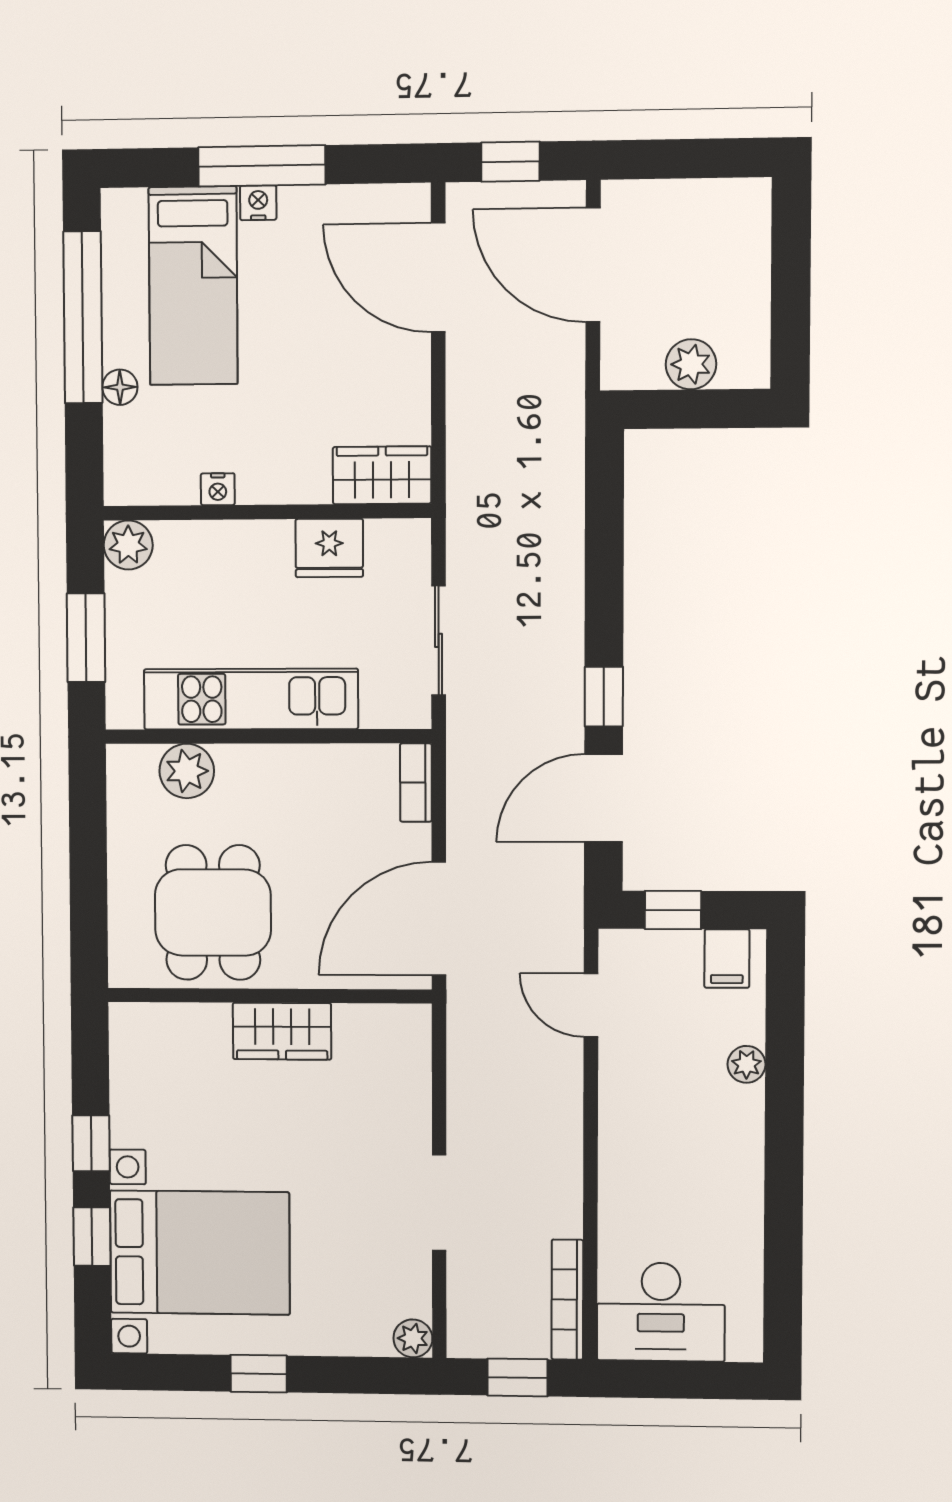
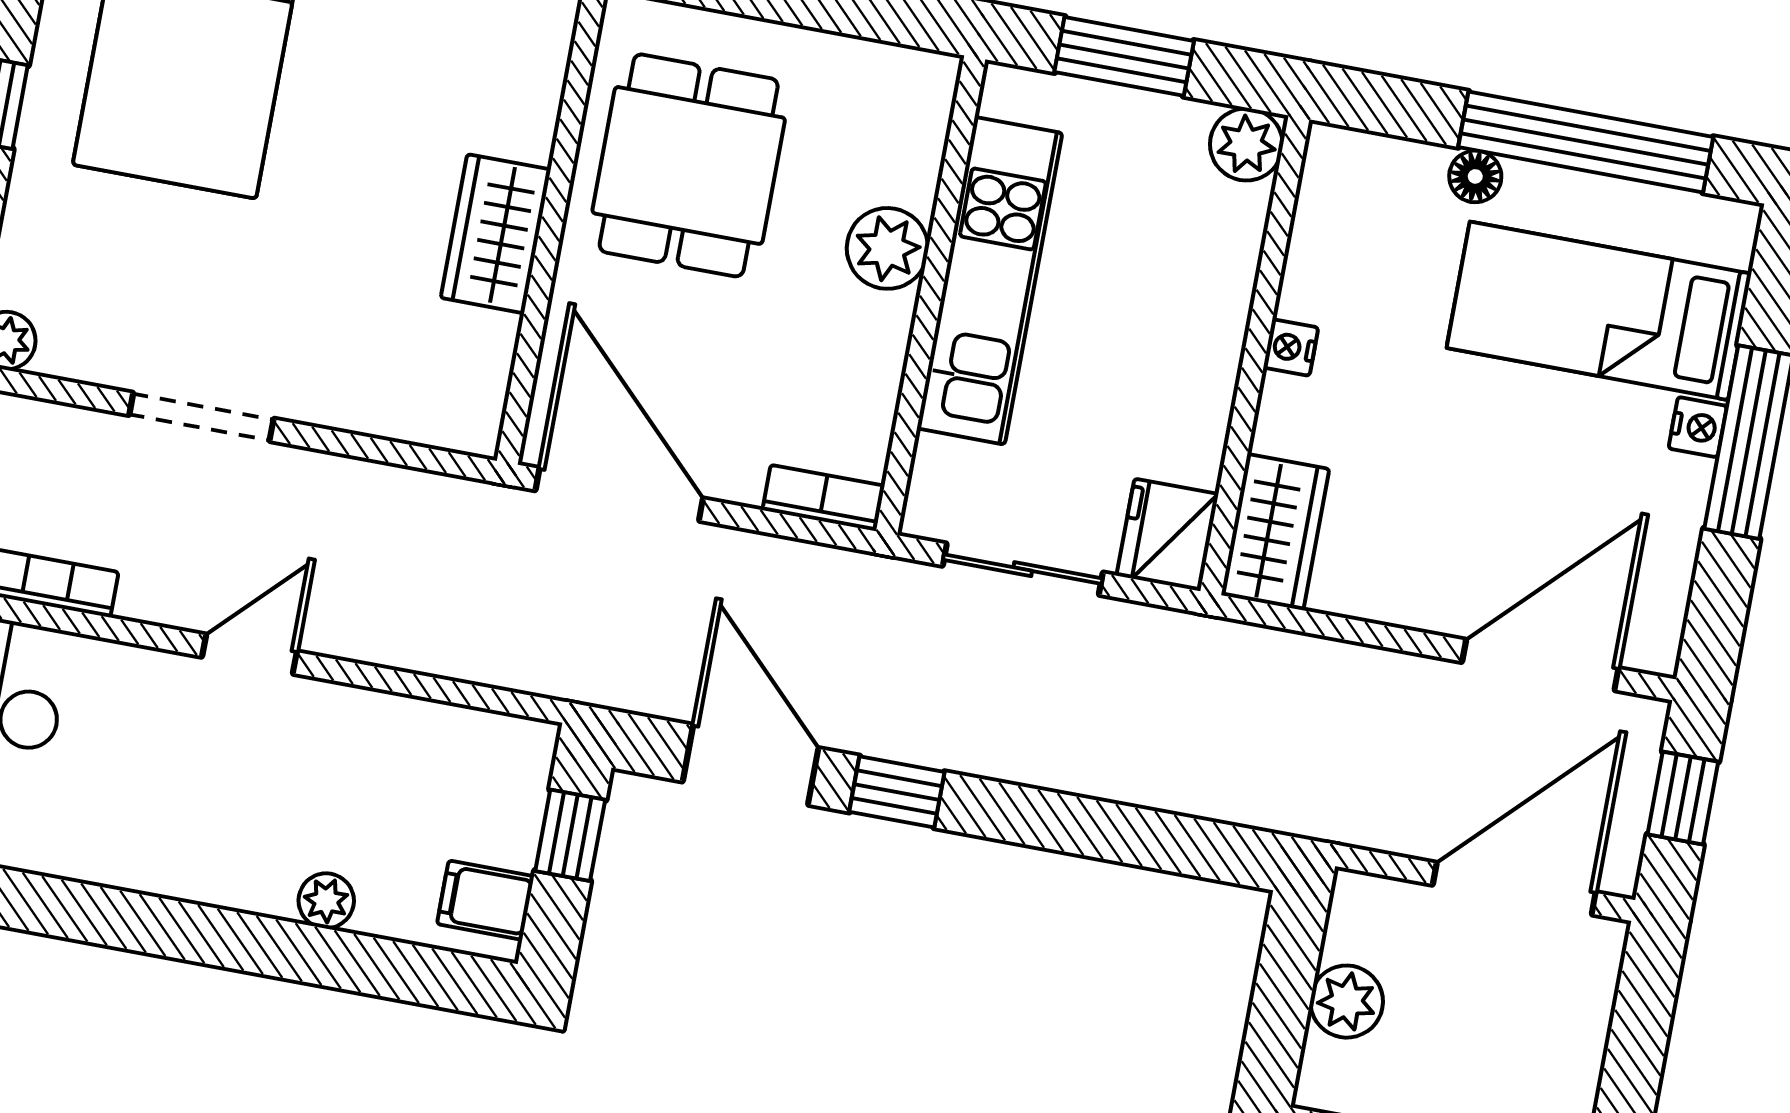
nightstand: (218, 489) -> (1291, 347), moved
fridge: (329, 548) -> (1167, 535), moved
plant: (187, 771) -> (887, 248), moved
dining table: (213, 912) -> (689, 165), turned 90
door: (591, 1005) -> (249, 654), moved

